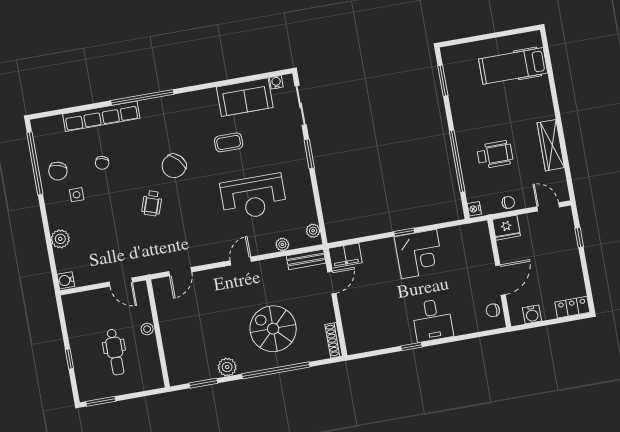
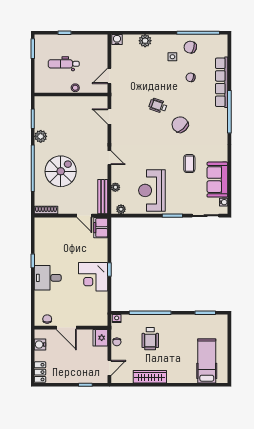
reception desk: (253, 197) -> (152, 190), moved
bench: (306, 259) -> (103, 197), width x1.36

